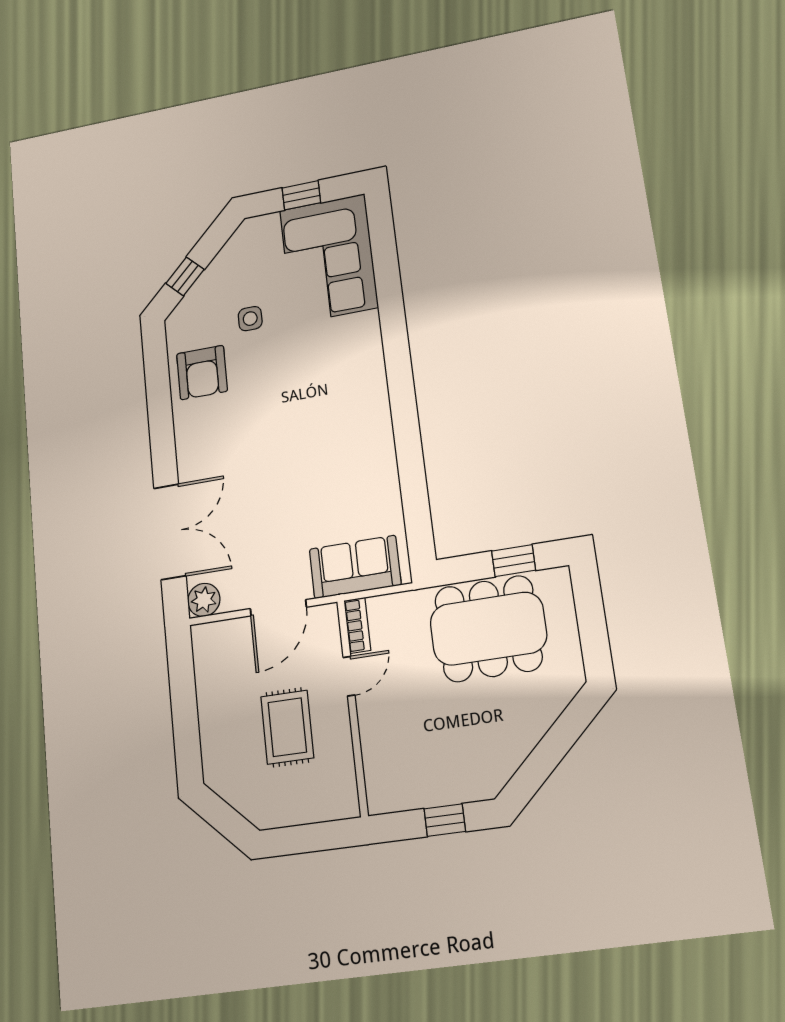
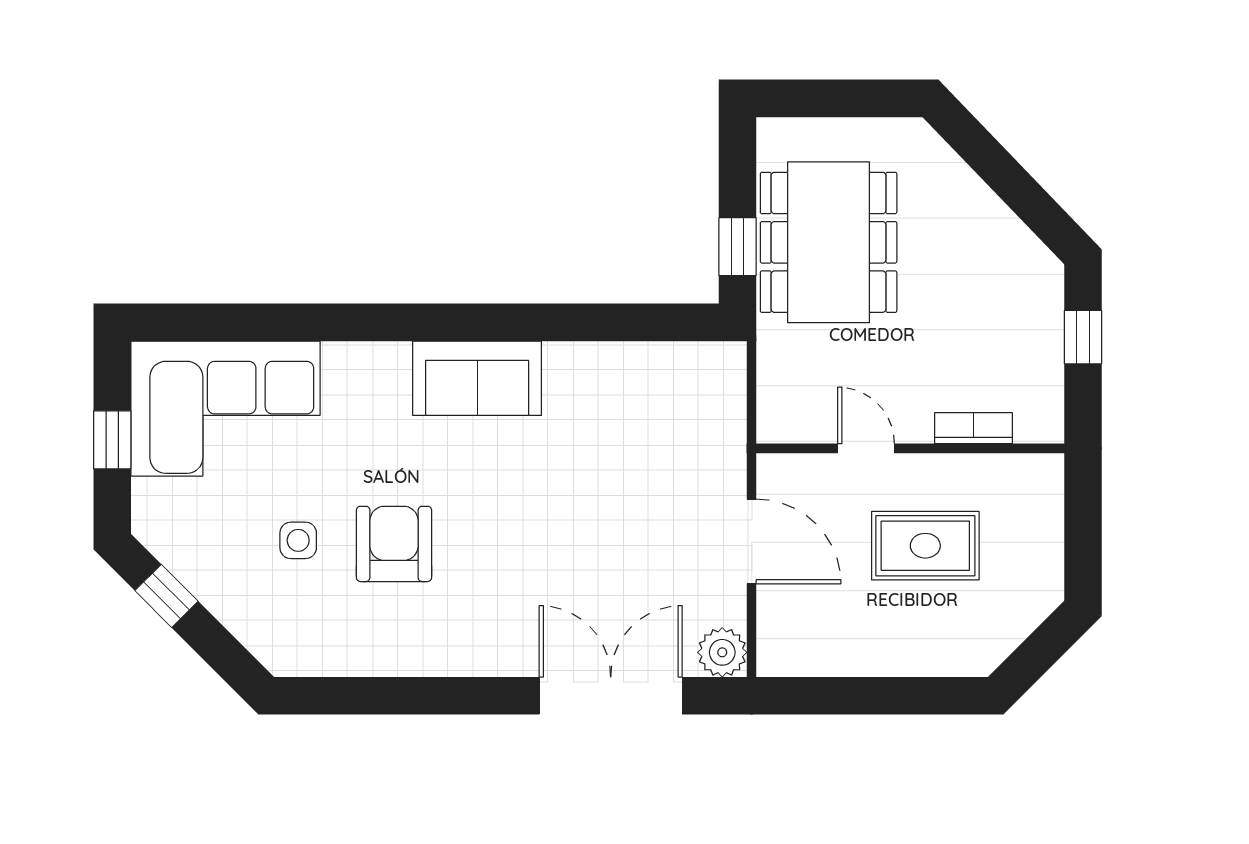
window: (185, 276) -> (167, 596), moved
armchair: (202, 372) -> (394, 544), moved, turned -90
window: (514, 561) -> (738, 247), moved
sofa: (355, 567) -> (477, 378), moved, turned -90
bookcase: (357, 625) -> (974, 428), moved

